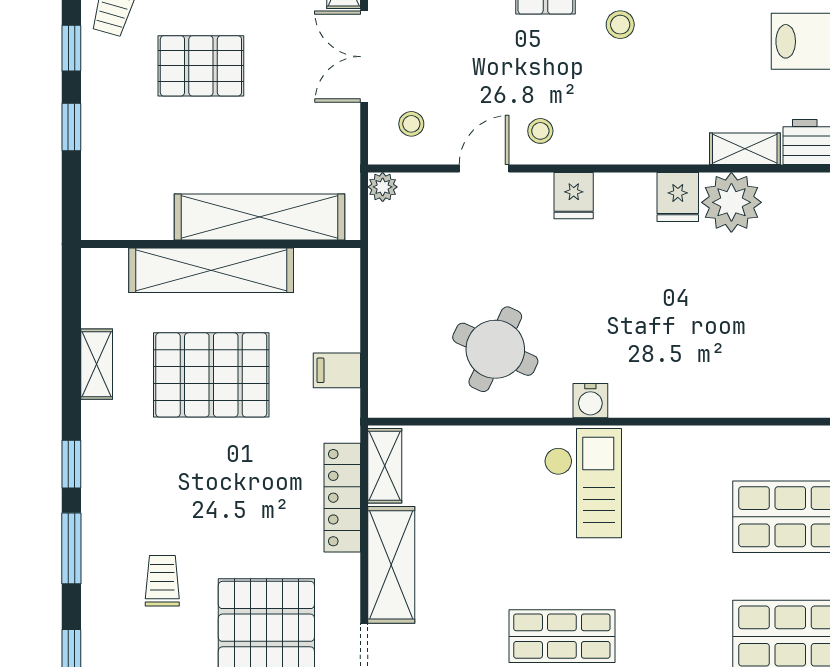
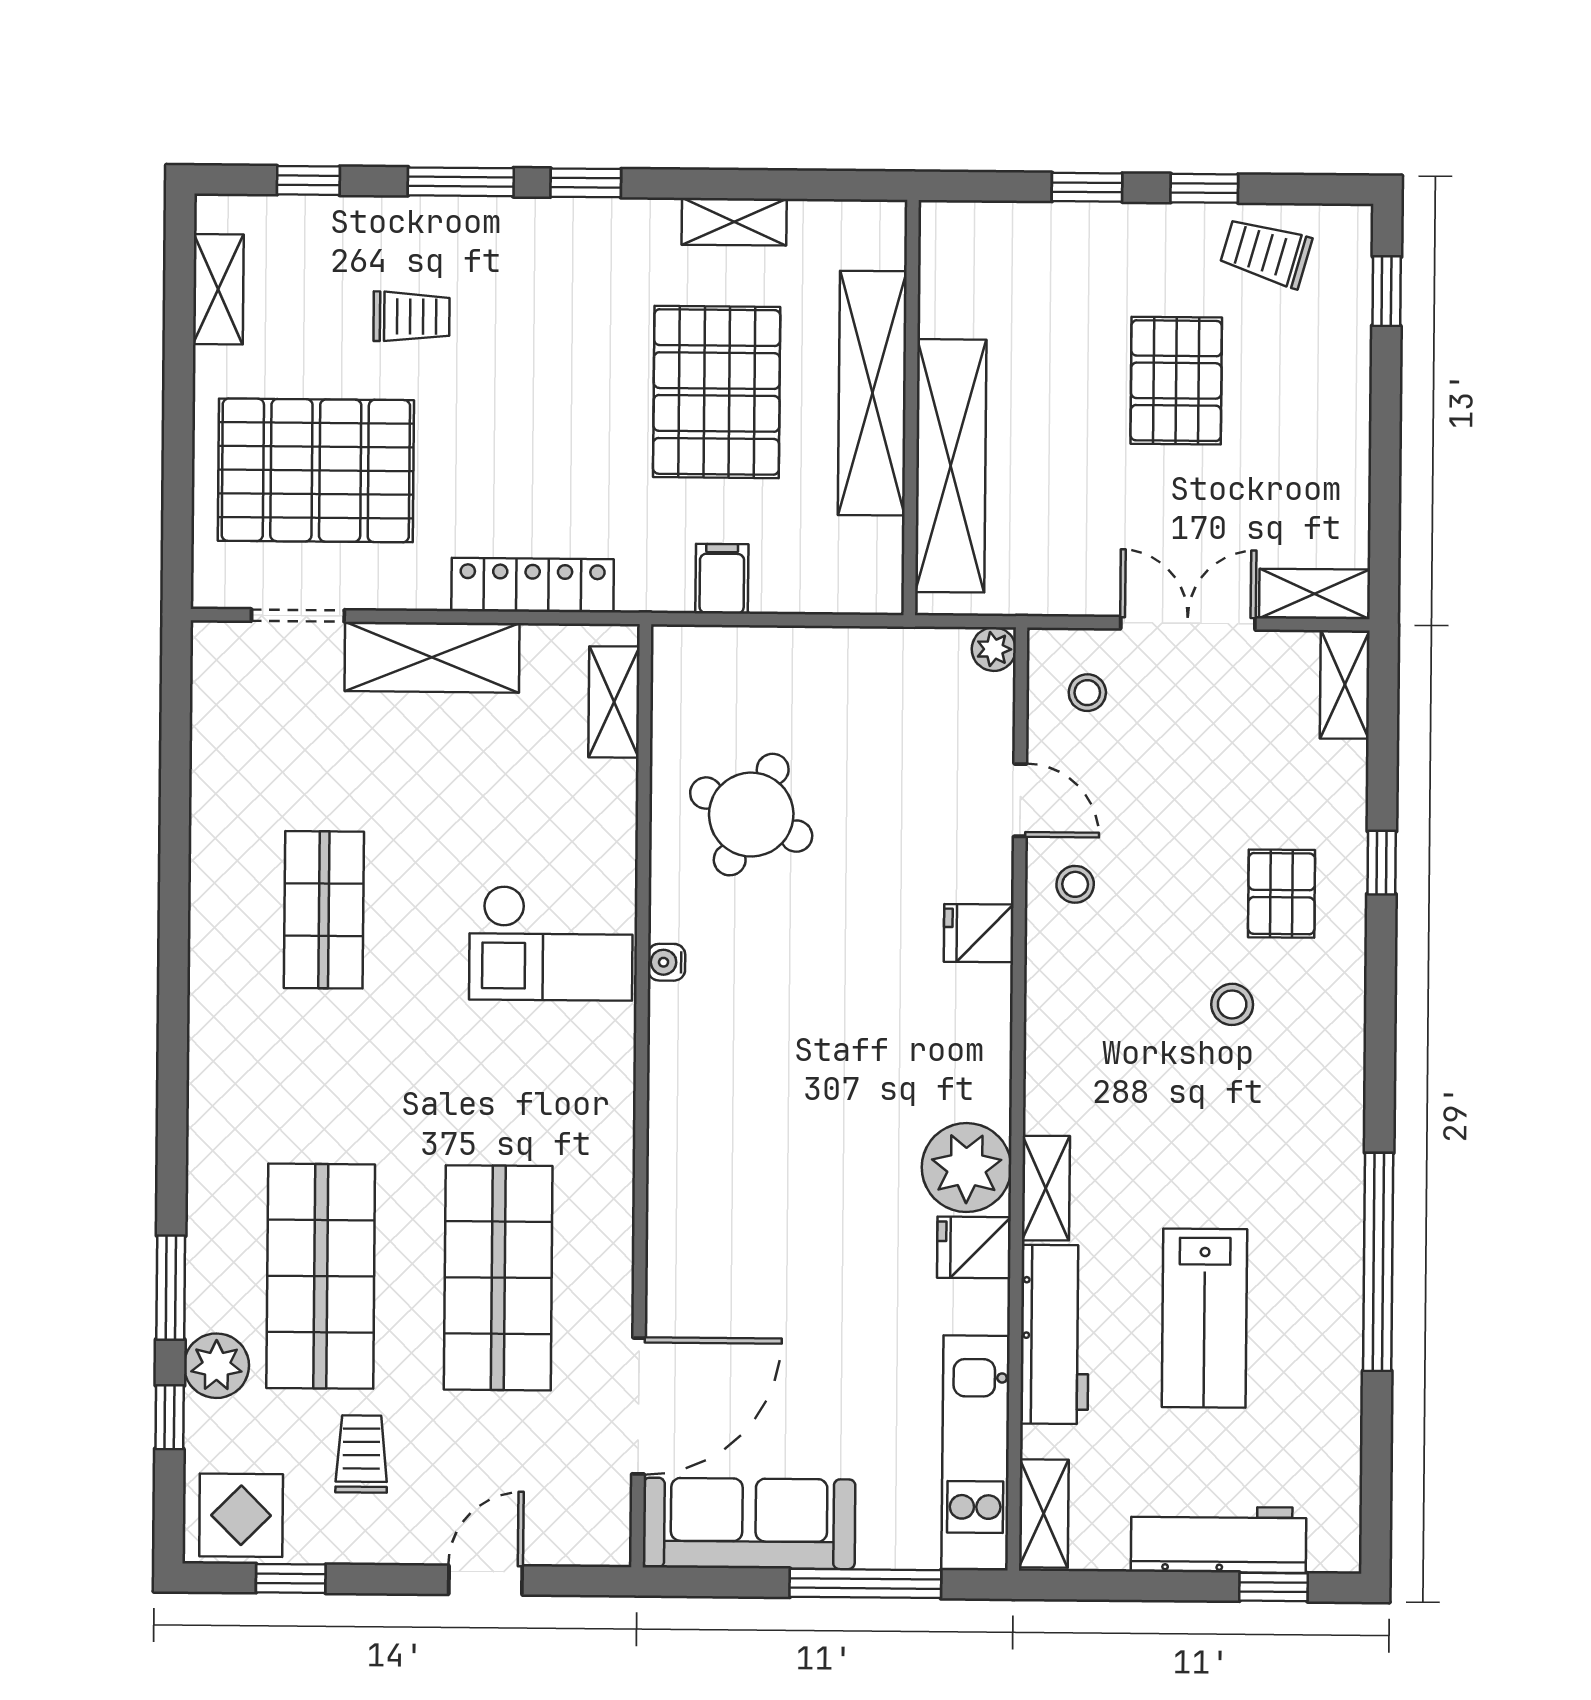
fridge: (678, 197) -> (974, 1247), moved
water cooler: (590, 401) -> (666, 962), width x0.72, depth x0.72
shelving: (385, 466) -> (614, 702), moved, turned 90

